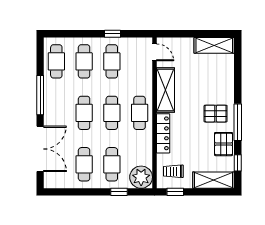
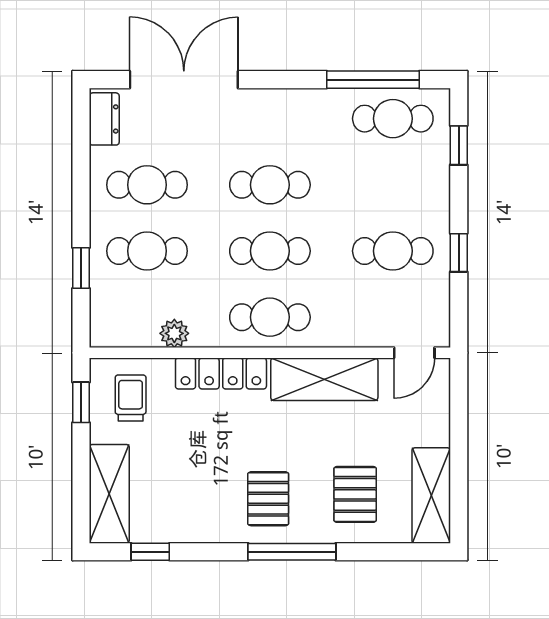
window: (68, 34) -> (459, 145), added
cafe table: (84, 61) -> (393, 185), removed
window: (40, 95) -> (373, 80), moved
window: (238, 122) -> (292, 552), moved
pallet: (224, 144) -> (355, 494), moved, turned 90
double door: (40, 149) -> (184, 80), swing flipped
plant: (141, 177) -> (174, 333), moved, width x0.53, depth x0.53
dresser: (57, 182) -> (104, 119), added

